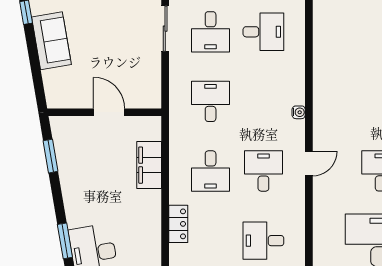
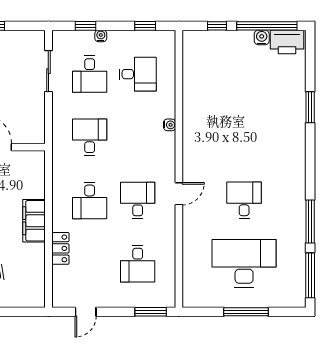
water cooler: (299, 112) -> (170, 125), moved
filing cabinet: (149, 165) -> (34, 221), moved
desk: (263, 241) -> (138, 264), turned -90

